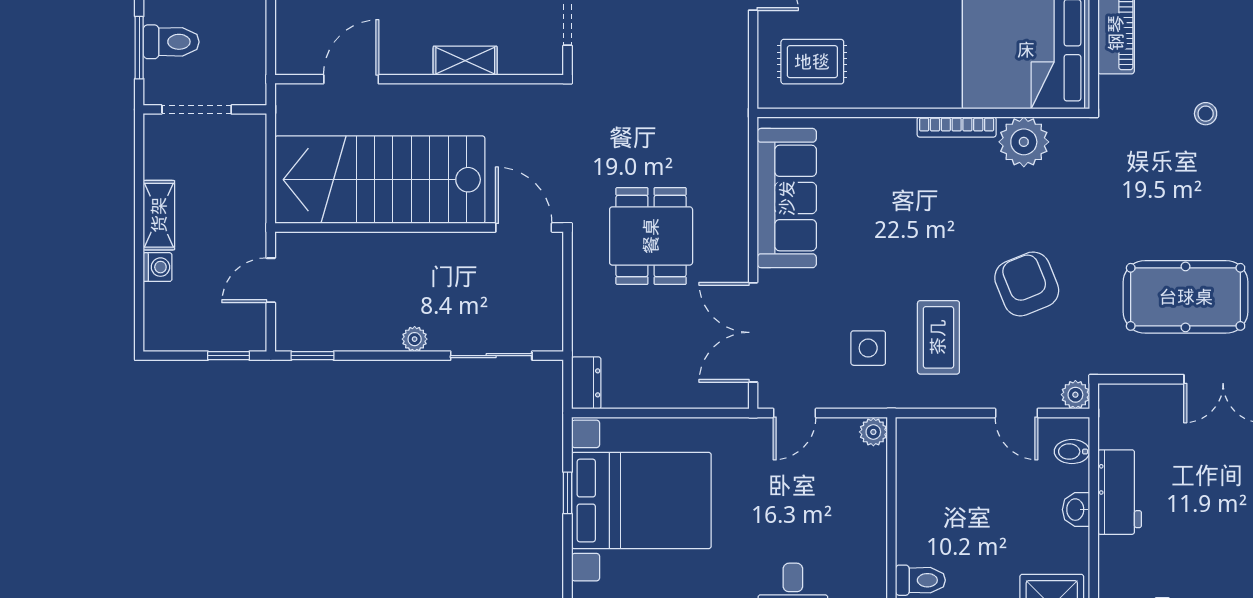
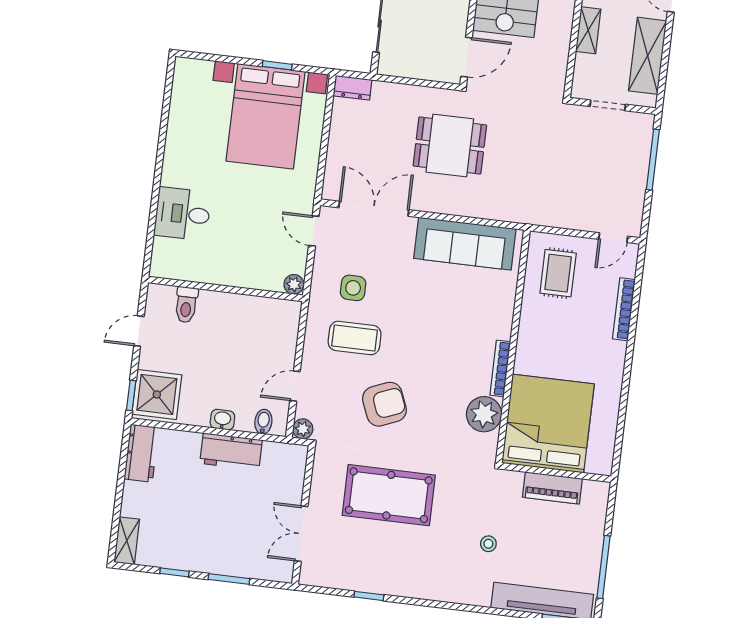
pool table: (1186, 297) -> (389, 495), moved, turned 90

